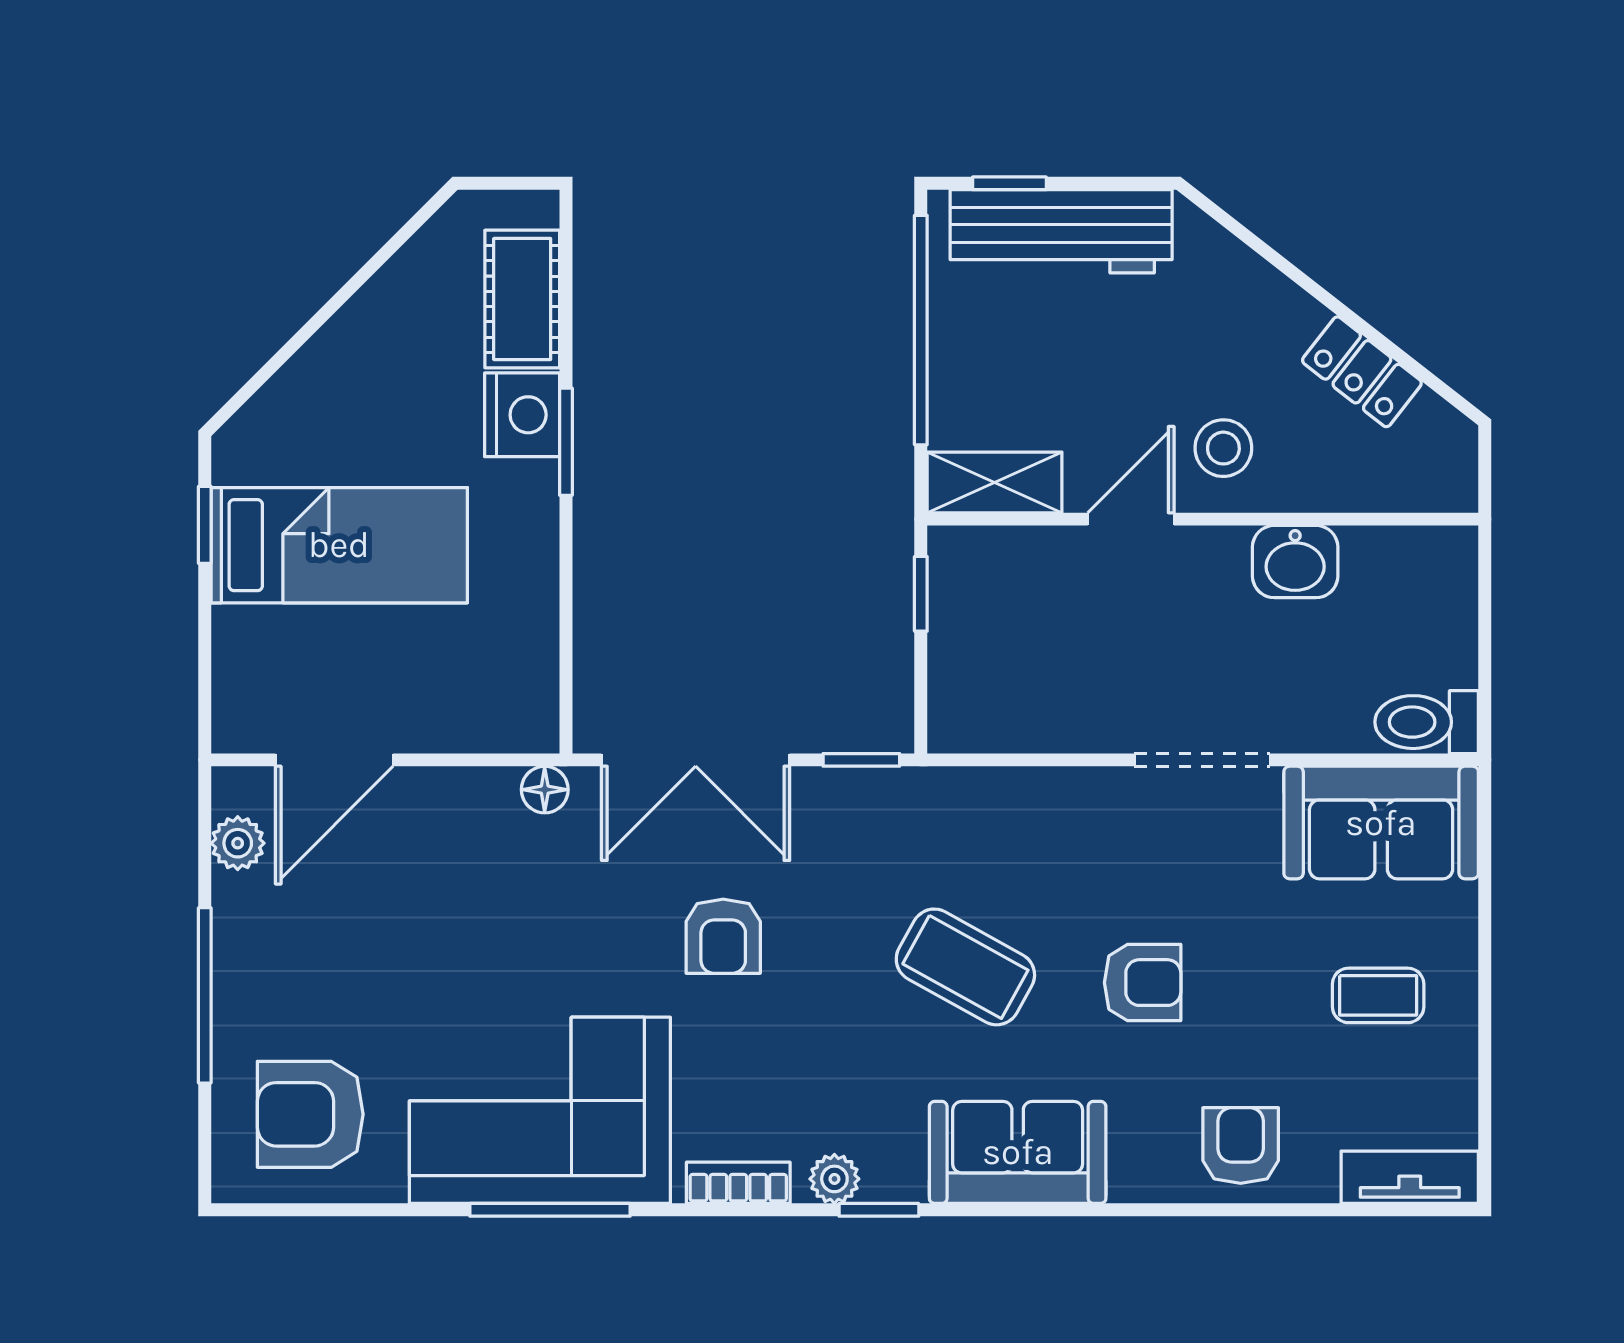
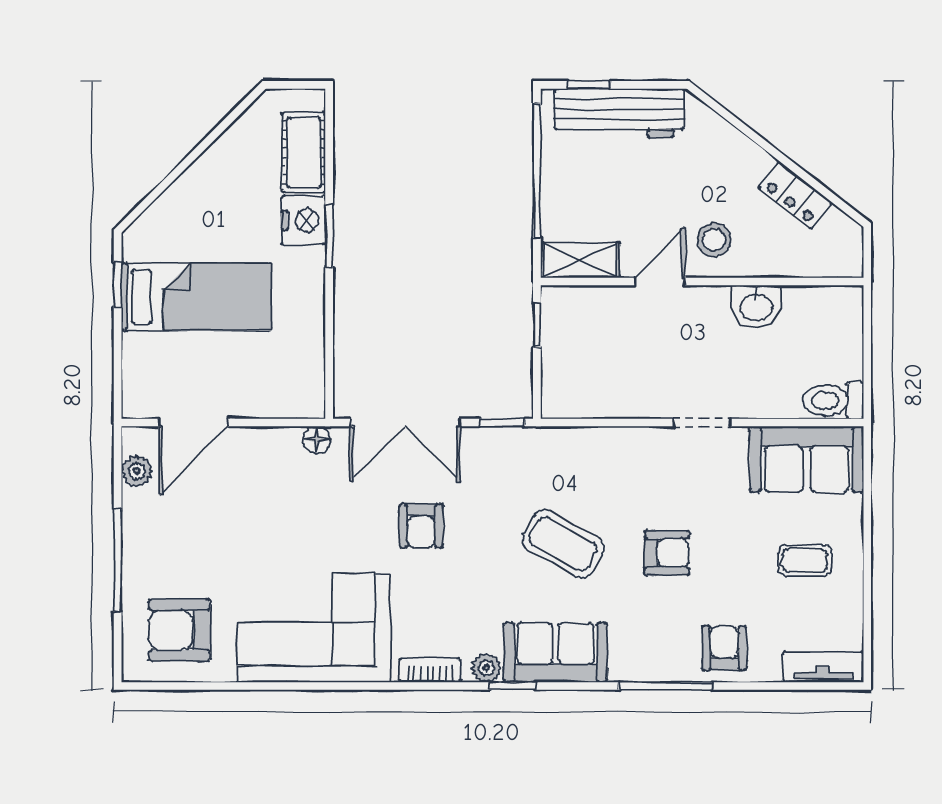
doorway: (1202, 760) -> (702, 423), width x0.73
sofa: (1018, 1152) -> (555, 652), moved
window: (550, 1210) -> (665, 686), moved

